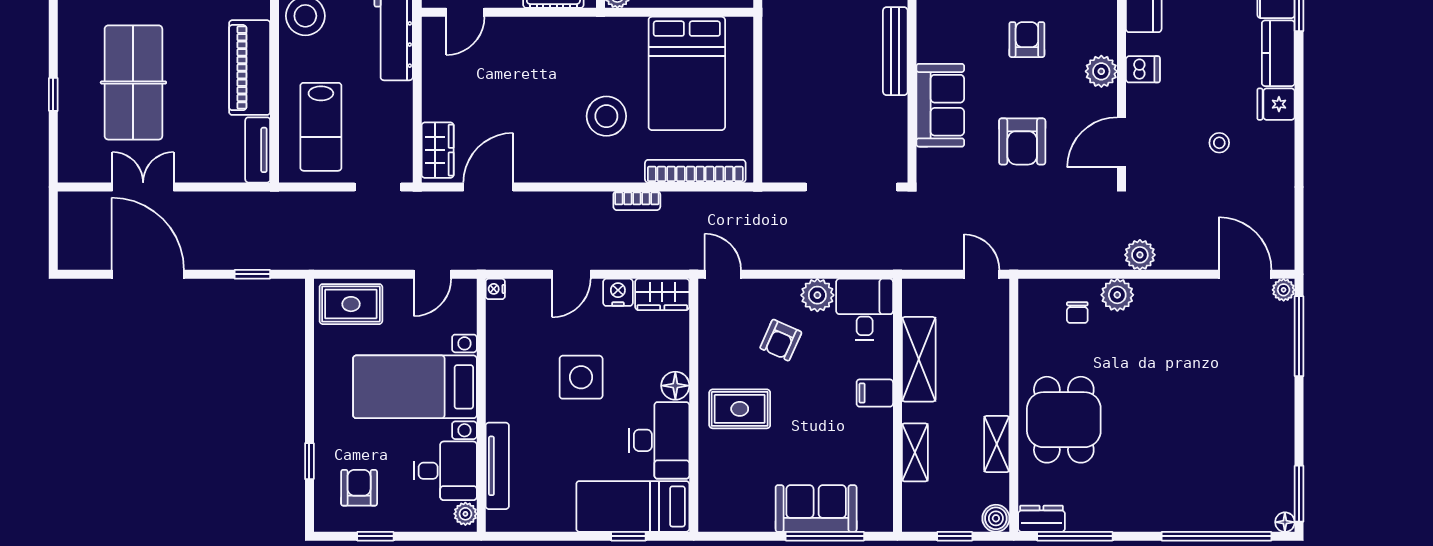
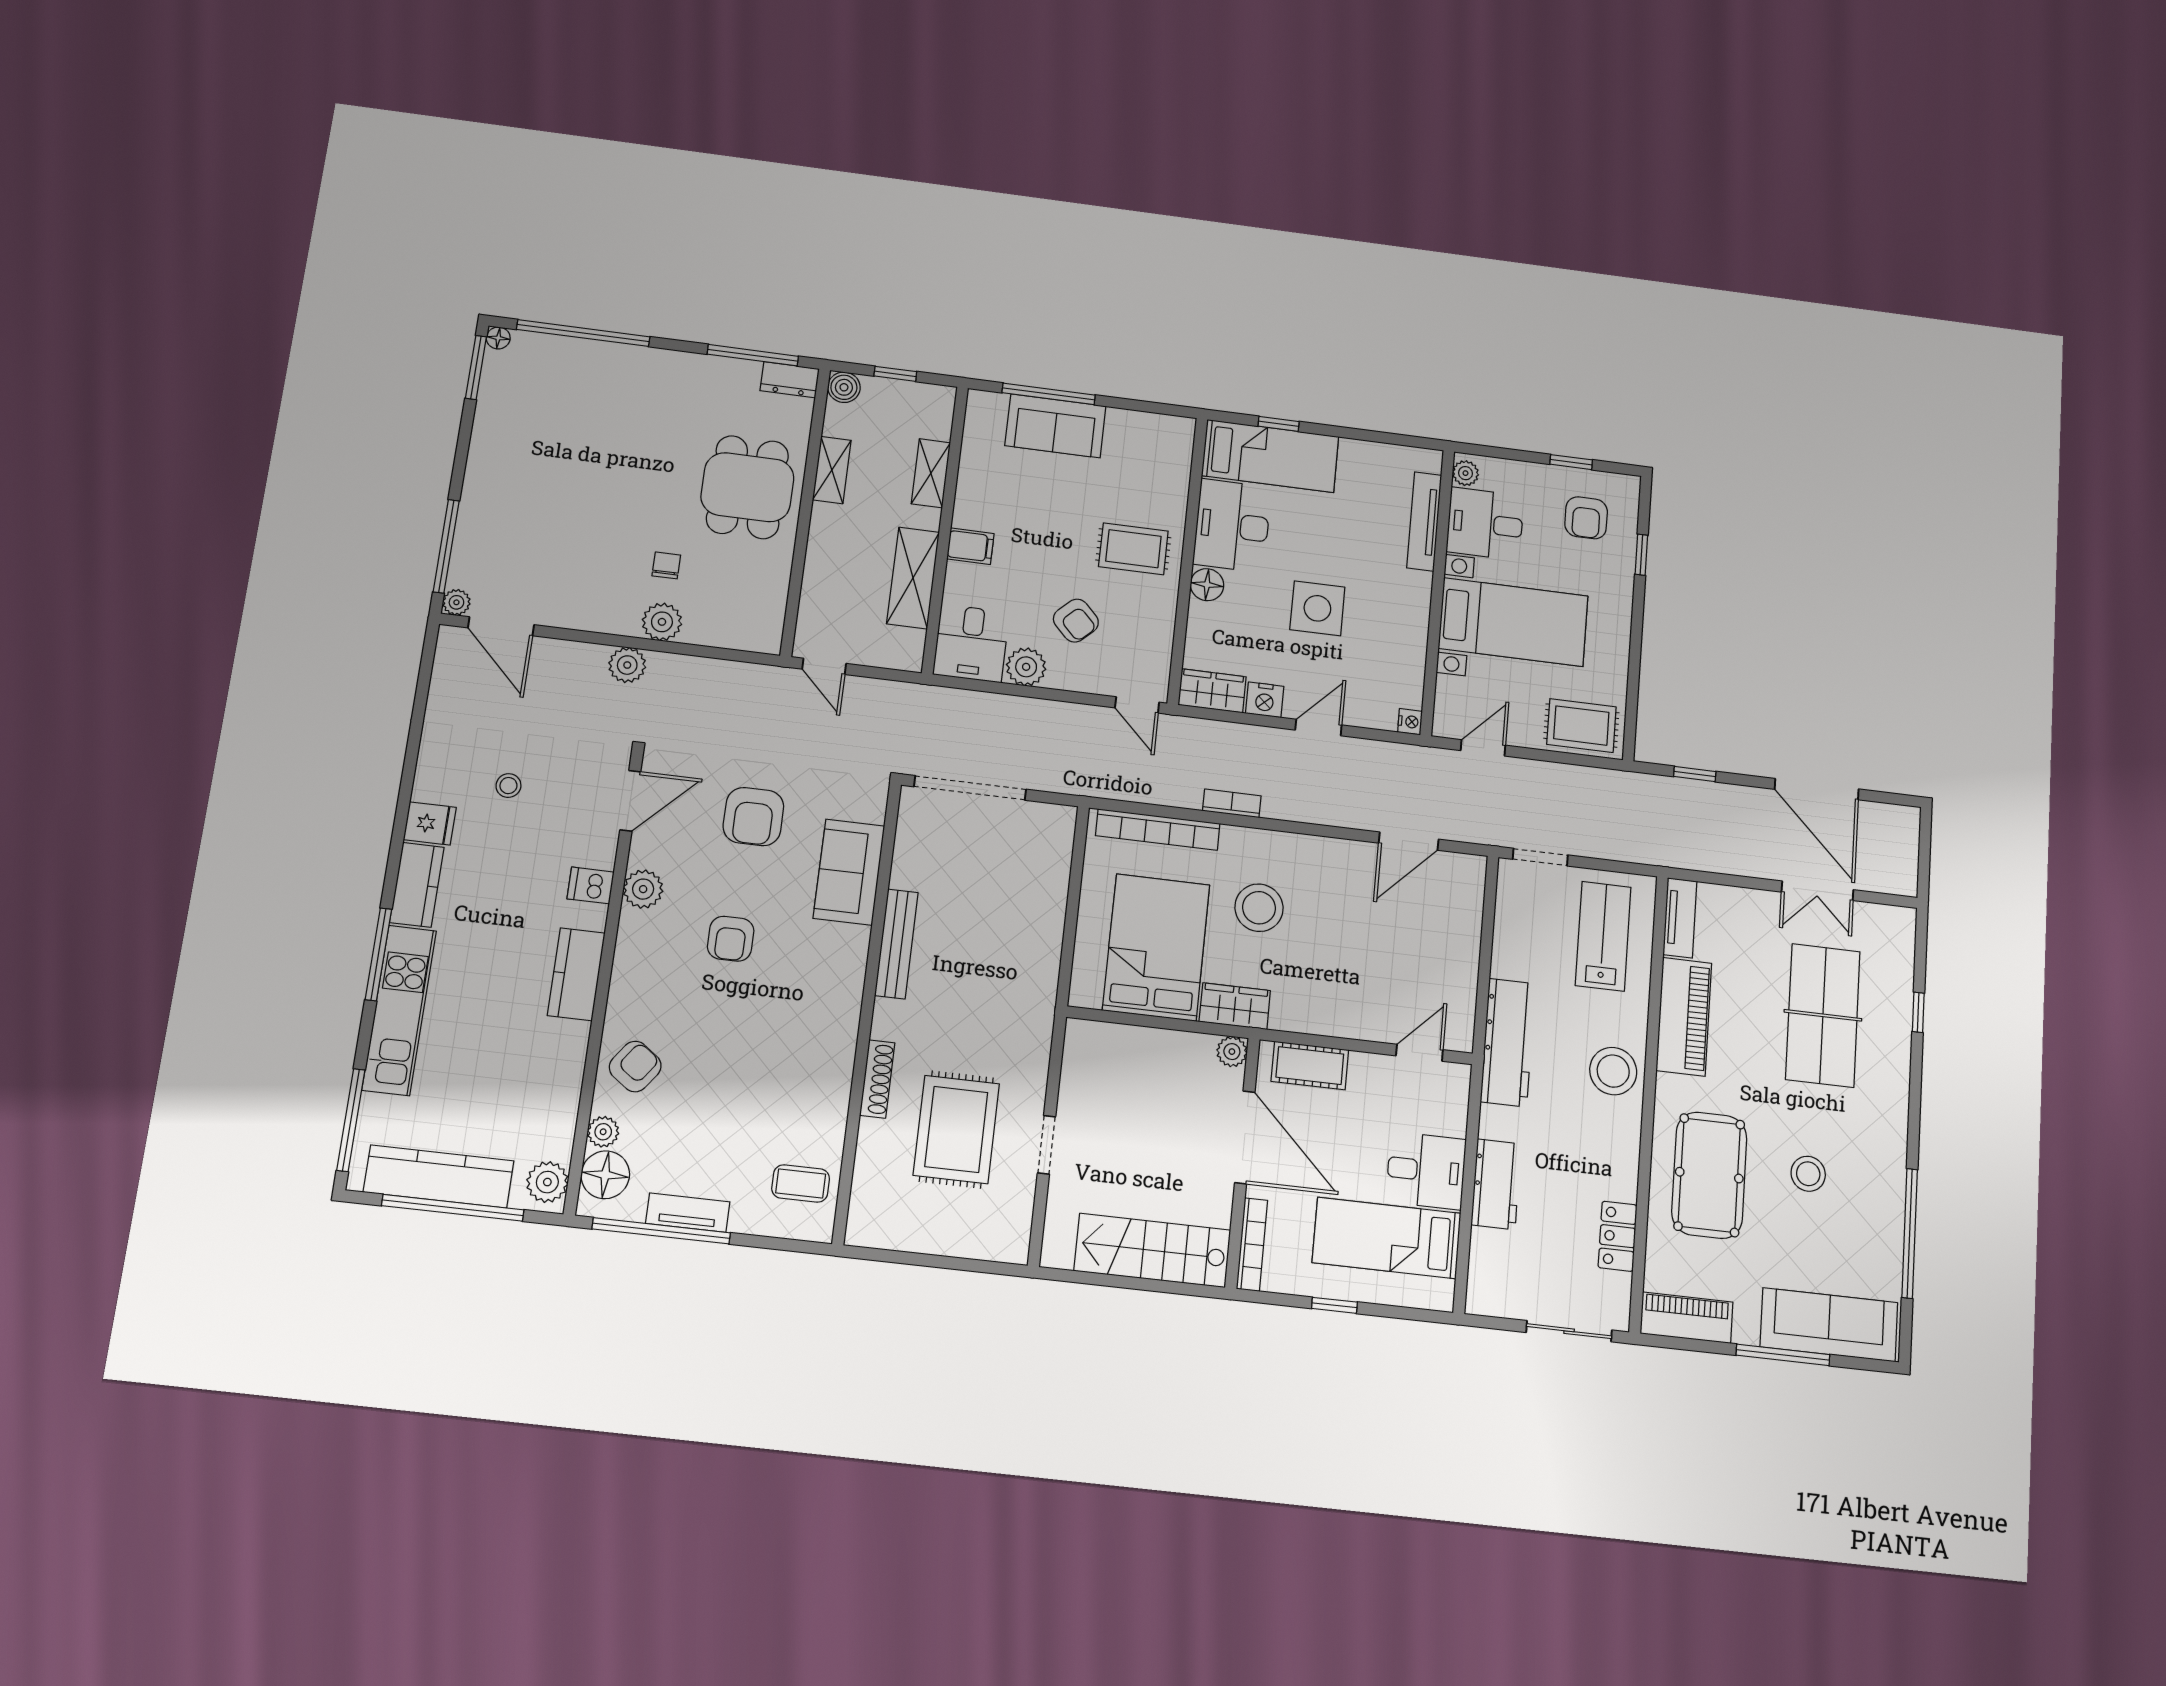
armchair: (1022, 141) -> (753, 817), turned 180
wardrobe: (438, 150) -> (1235, 1006), moved, turned 90
chair: (1077, 313) -> (666, 565), moved
armchair: (781, 340) -> (1076, 621), turned 112

